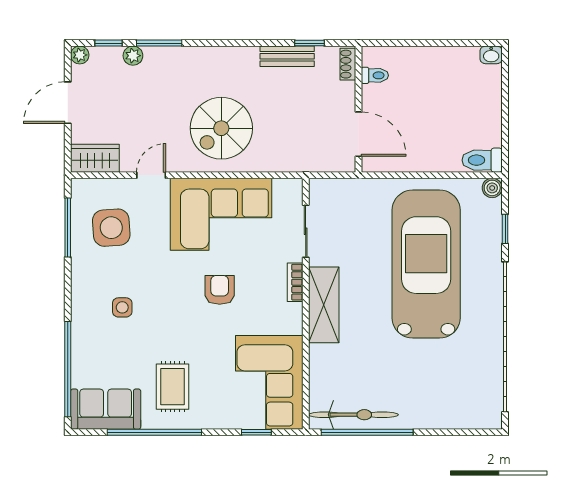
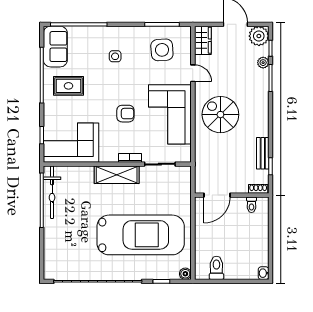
plant: (80, 55) -> (259, 36), width x1.87, depth x1.87
toilet: (482, 160) -> (216, 268), moved

